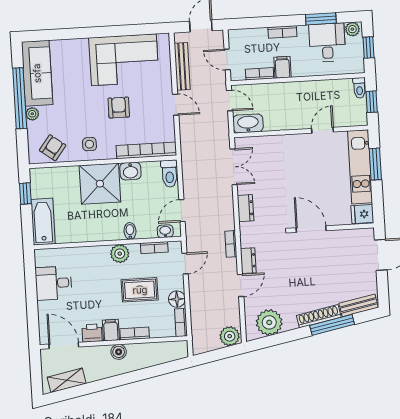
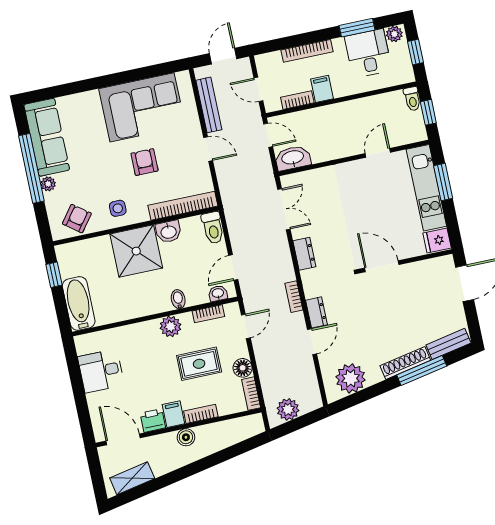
bookcase: (282, 32) -> (307, 51), width x1.56
plant: (230, 336) -> (288, 409), moved

